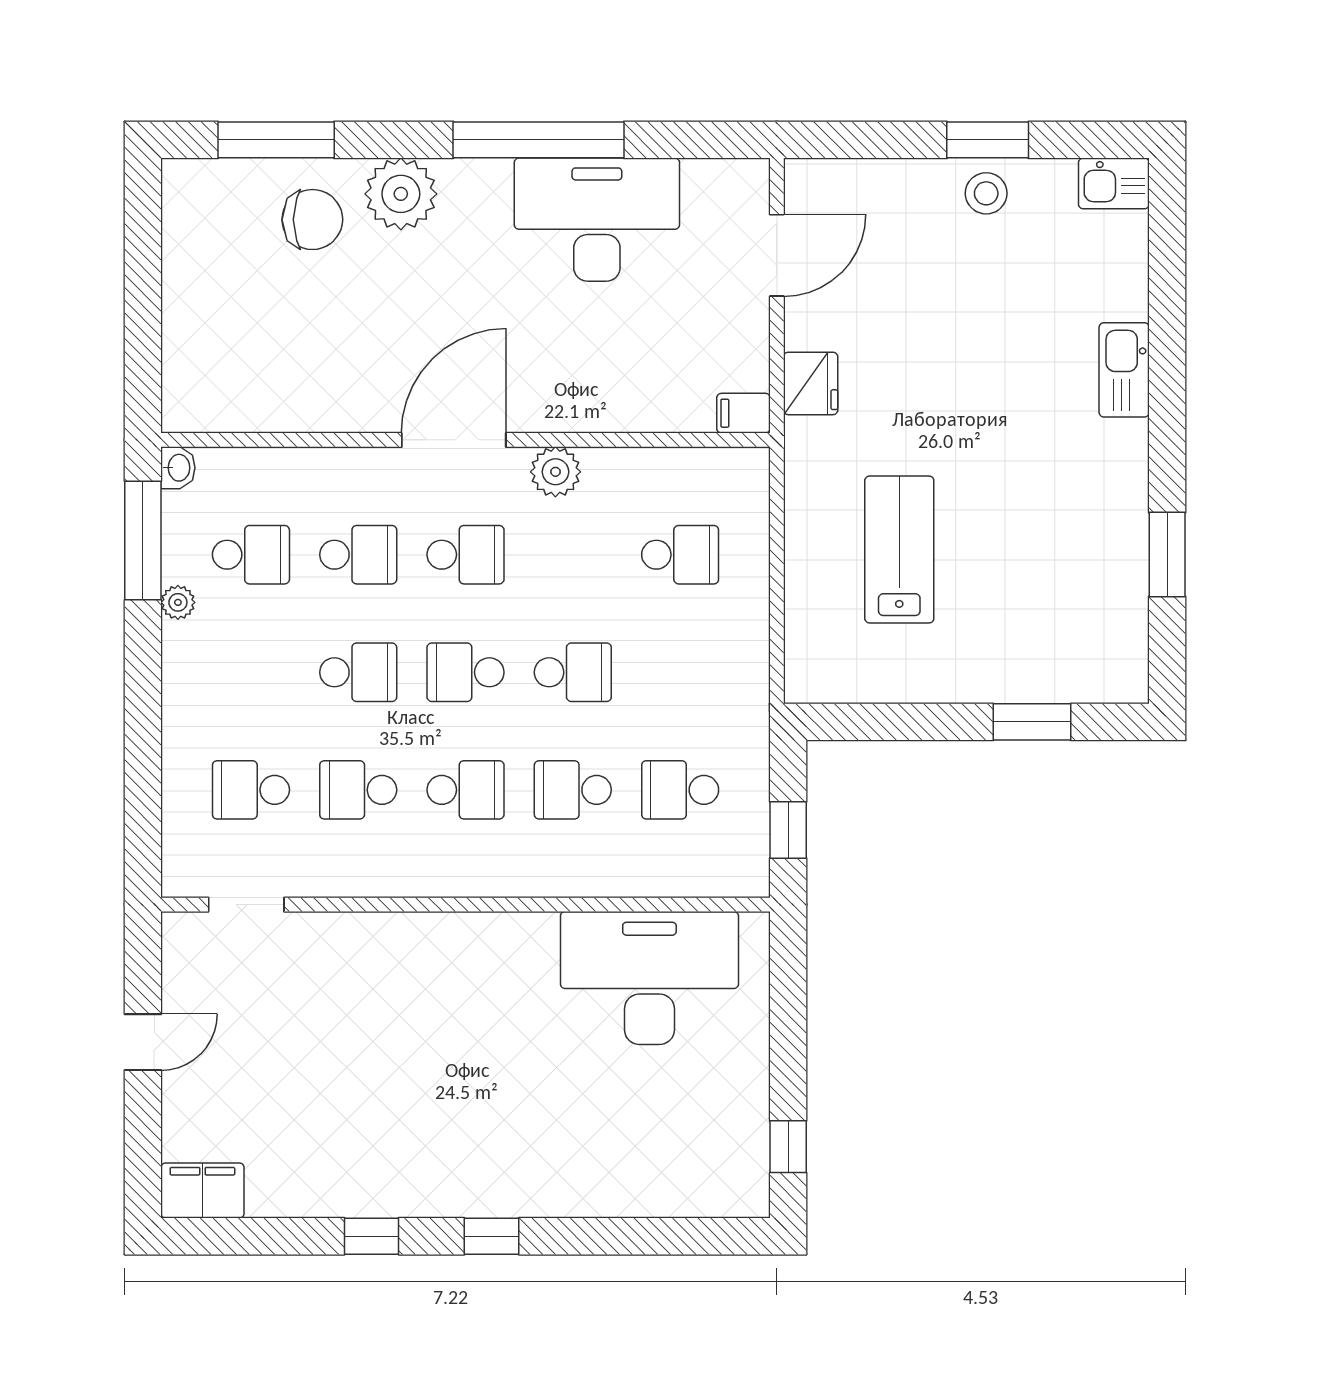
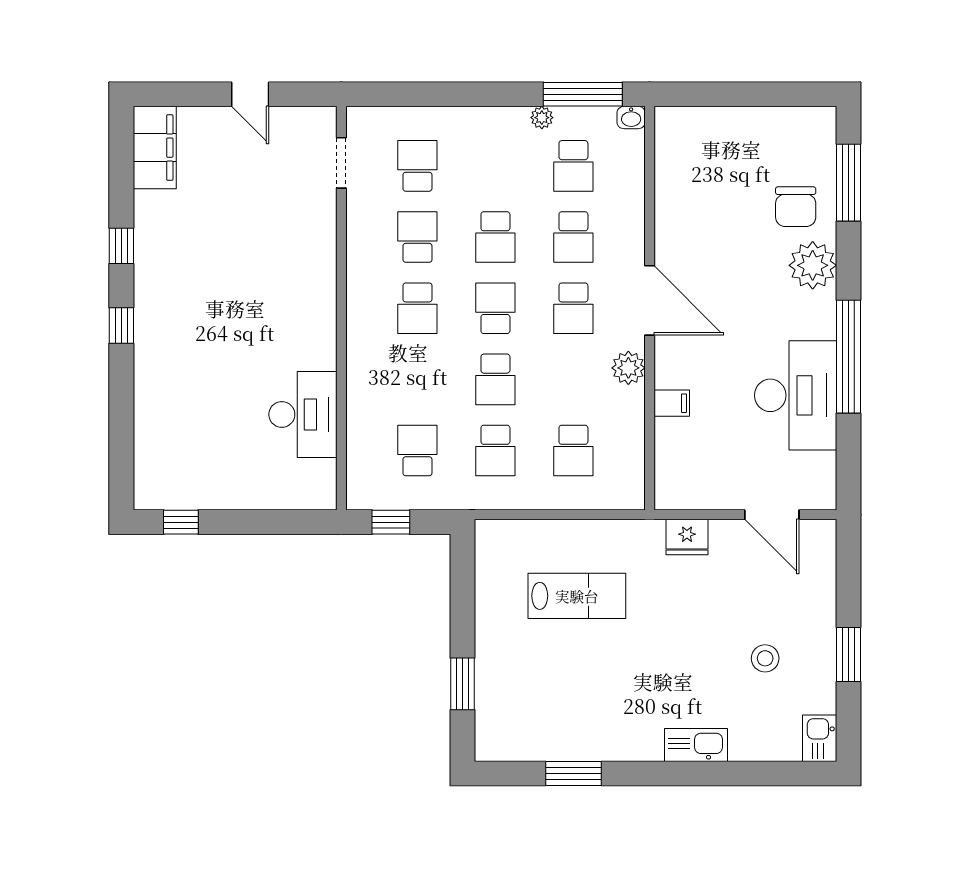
stool: (986, 193) -> (765, 658), moved
filing cabinet: (743, 413) -> (672, 403), moved, turned 90
school desk: (573, 790) -> (495, 451), moved, turned 180
desk: (649, 978) -> (303, 414), width x0.73, depth x0.77
filing cabinet: (202, 1191) -> (155, 148), width x1.50, depth x1.17

